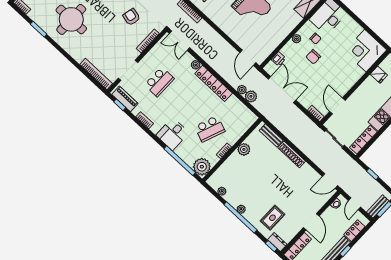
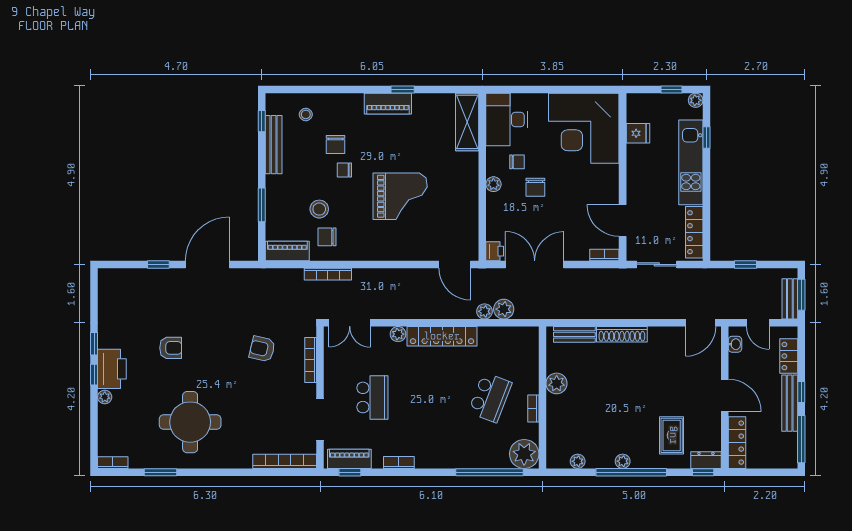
corner desk: (365, 51) -> (584, 128), width x1.36, depth x1.36
printer: (279, 59) -> (495, 251), moved
desk: (173, 134) -> (450, 447), removed

